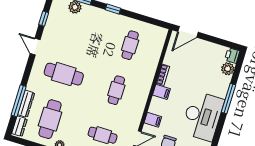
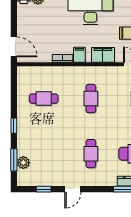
cafe table: (64, 74) -> (91, 154), width x0.73, depth x0.74
cafe table: (116, 90) -> (91, 99), turned 90
filing cabinet: (153, 120) -> (103, 55), width x2.00

